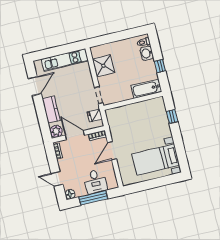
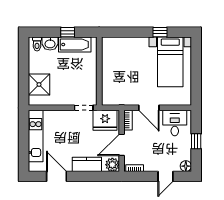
shower: (103, 66) -> (39, 84), moved
bathtub: (146, 89) -> (75, 44), moved, turned -90
fridge: (95, 115) -> (105, 120), width x1.88, depth x1.34
window: (172, 116) -> (160, 32), moved
desk: (95, 182) -> (175, 123), moved, turned -90
window: (93, 198) -> (196, 141), width x0.46

